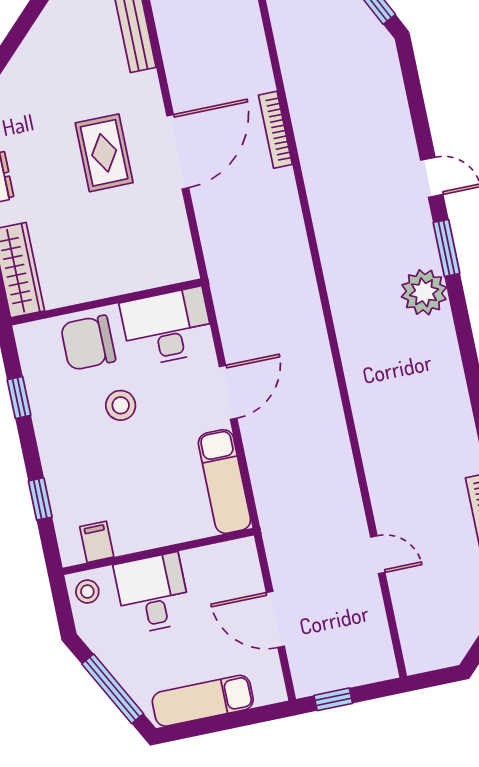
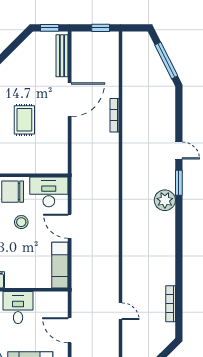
door: (178, 152) -> (70, 100), moved
rug: (104, 153) -> (24, 120), moved
door: (228, 392) -> (70, 226), swing flipped

